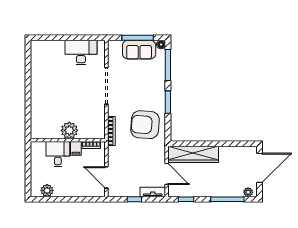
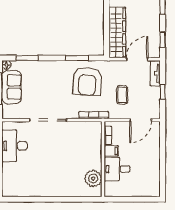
window: (168, 65) -> (27, 58), width x0.69
window: (168, 102) -> (77, 58), moved
plant: (69, 130) -> (93, 179), moved
coffee table: (131, 159) -> (122, 95), added
plant: (47, 191) -> (154, 180), removed

